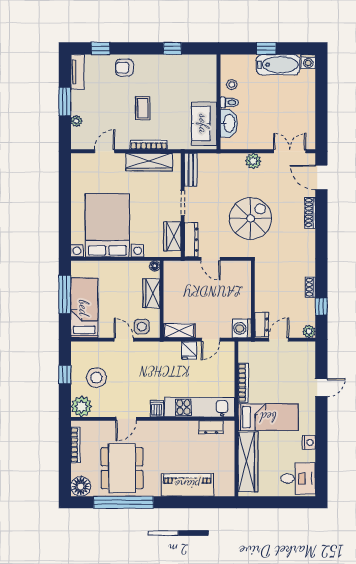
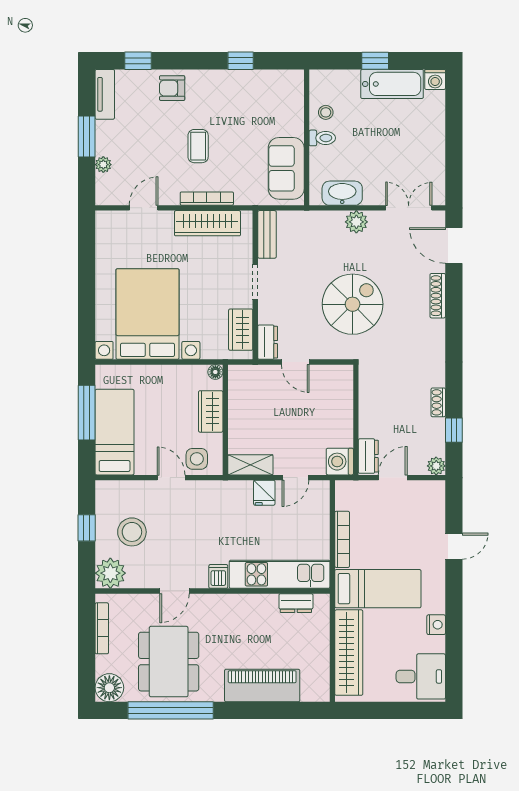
washbasin: (229, 123) -> (342, 193), moved, turned -90
dresser: (191, 240) -> (268, 342), width x0.70

